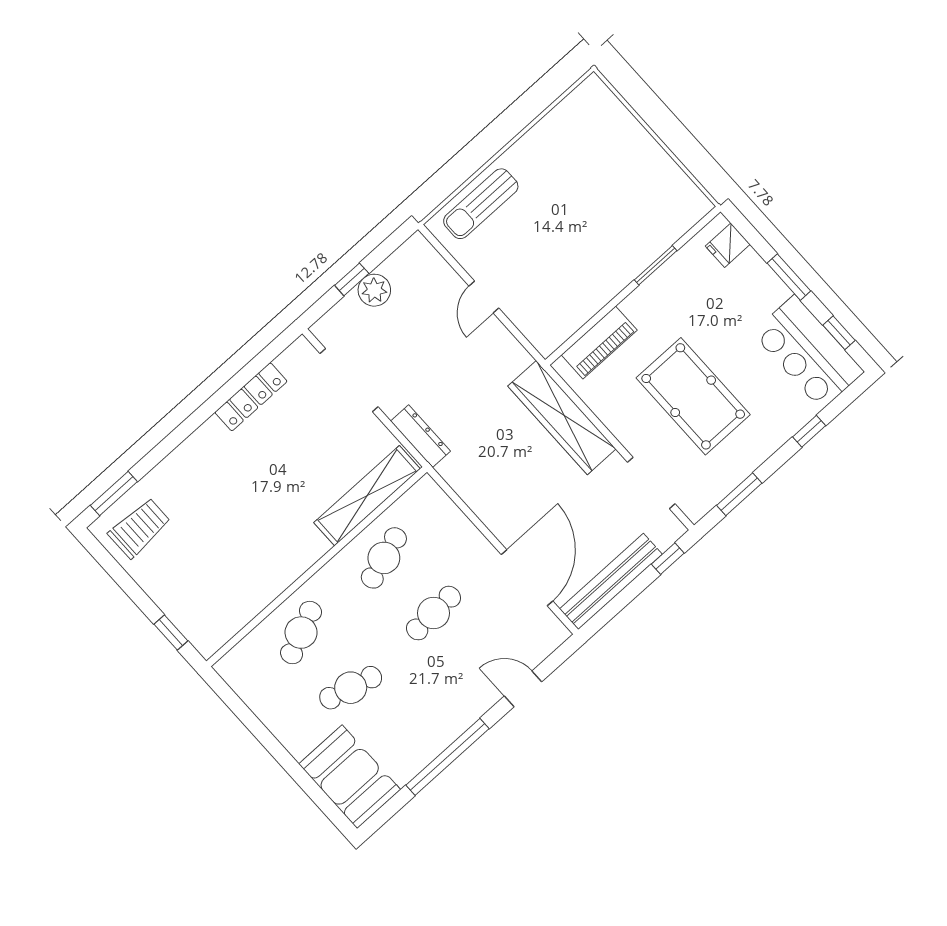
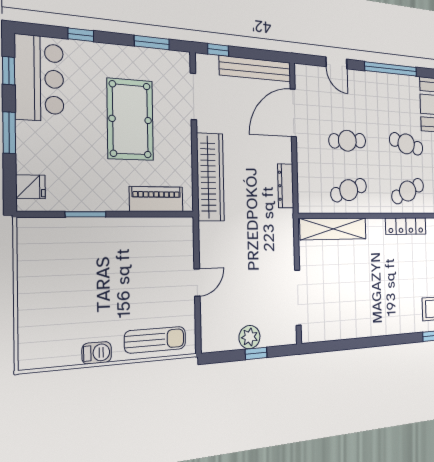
barbecue: (532, 144) -> (97, 353), added
locker: (251, 397) -> (406, 226), moved, turned 180
dresser: (420, 436) -> (286, 186), moved

